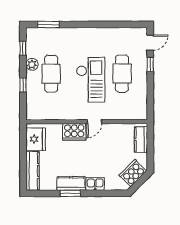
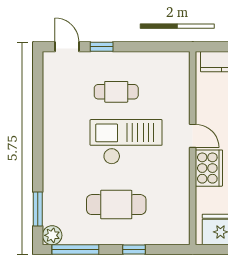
window: (23, 48) -> (75, 250), width x2.17
plant: (32, 64) -> (52, 235), moved
cafe table: (122, 74) -> (116, 92), width x0.73, depth x0.74

